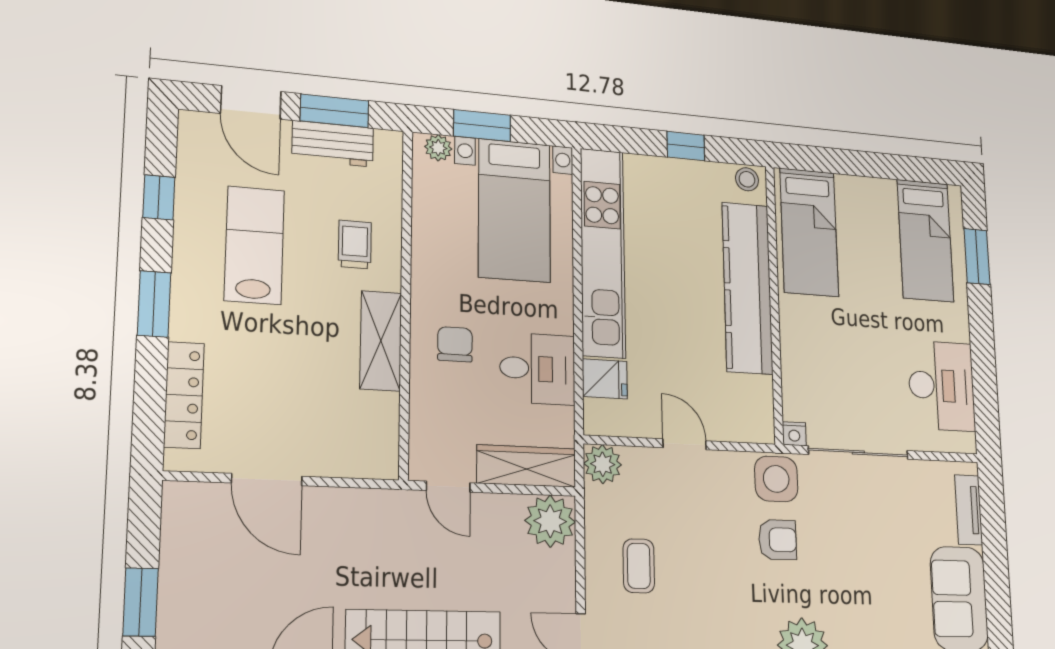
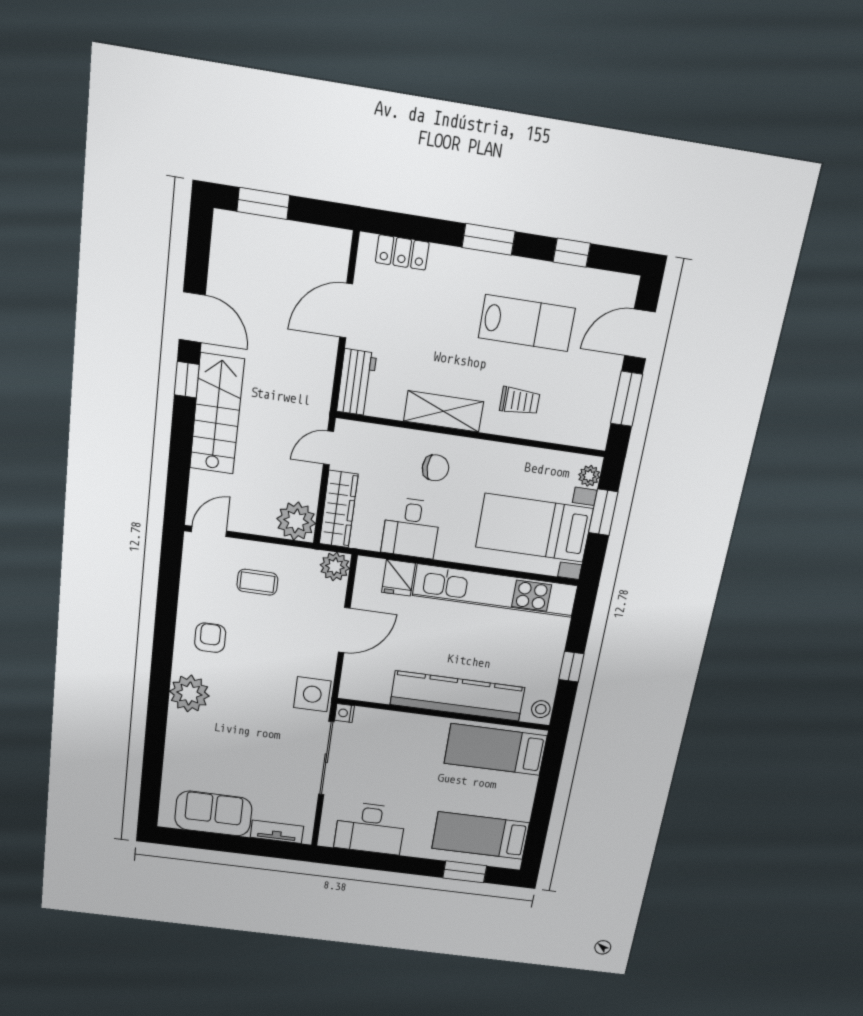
workbench: (333, 144) -> (357, 382), moved, turned 180
locker: (184, 395) -> (402, 252), width x0.66
door: (685, 444) -> (344, 630), width x1.38
armchair: (778, 540) -> (210, 638), moved, turned 180

